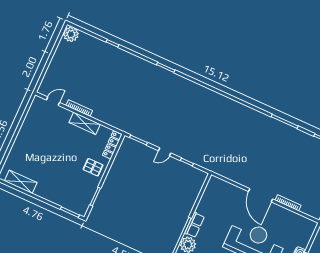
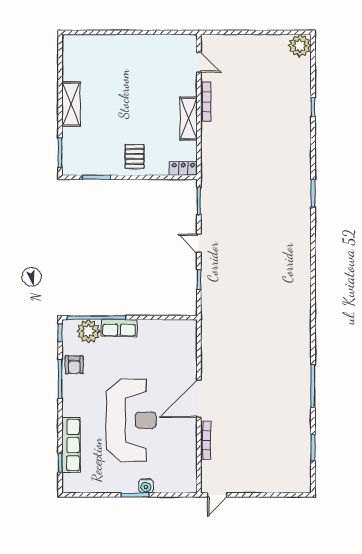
locker: (112, 145) -> (183, 169), width x0.66
shelving: (21, 182) -> (71, 104), moved

